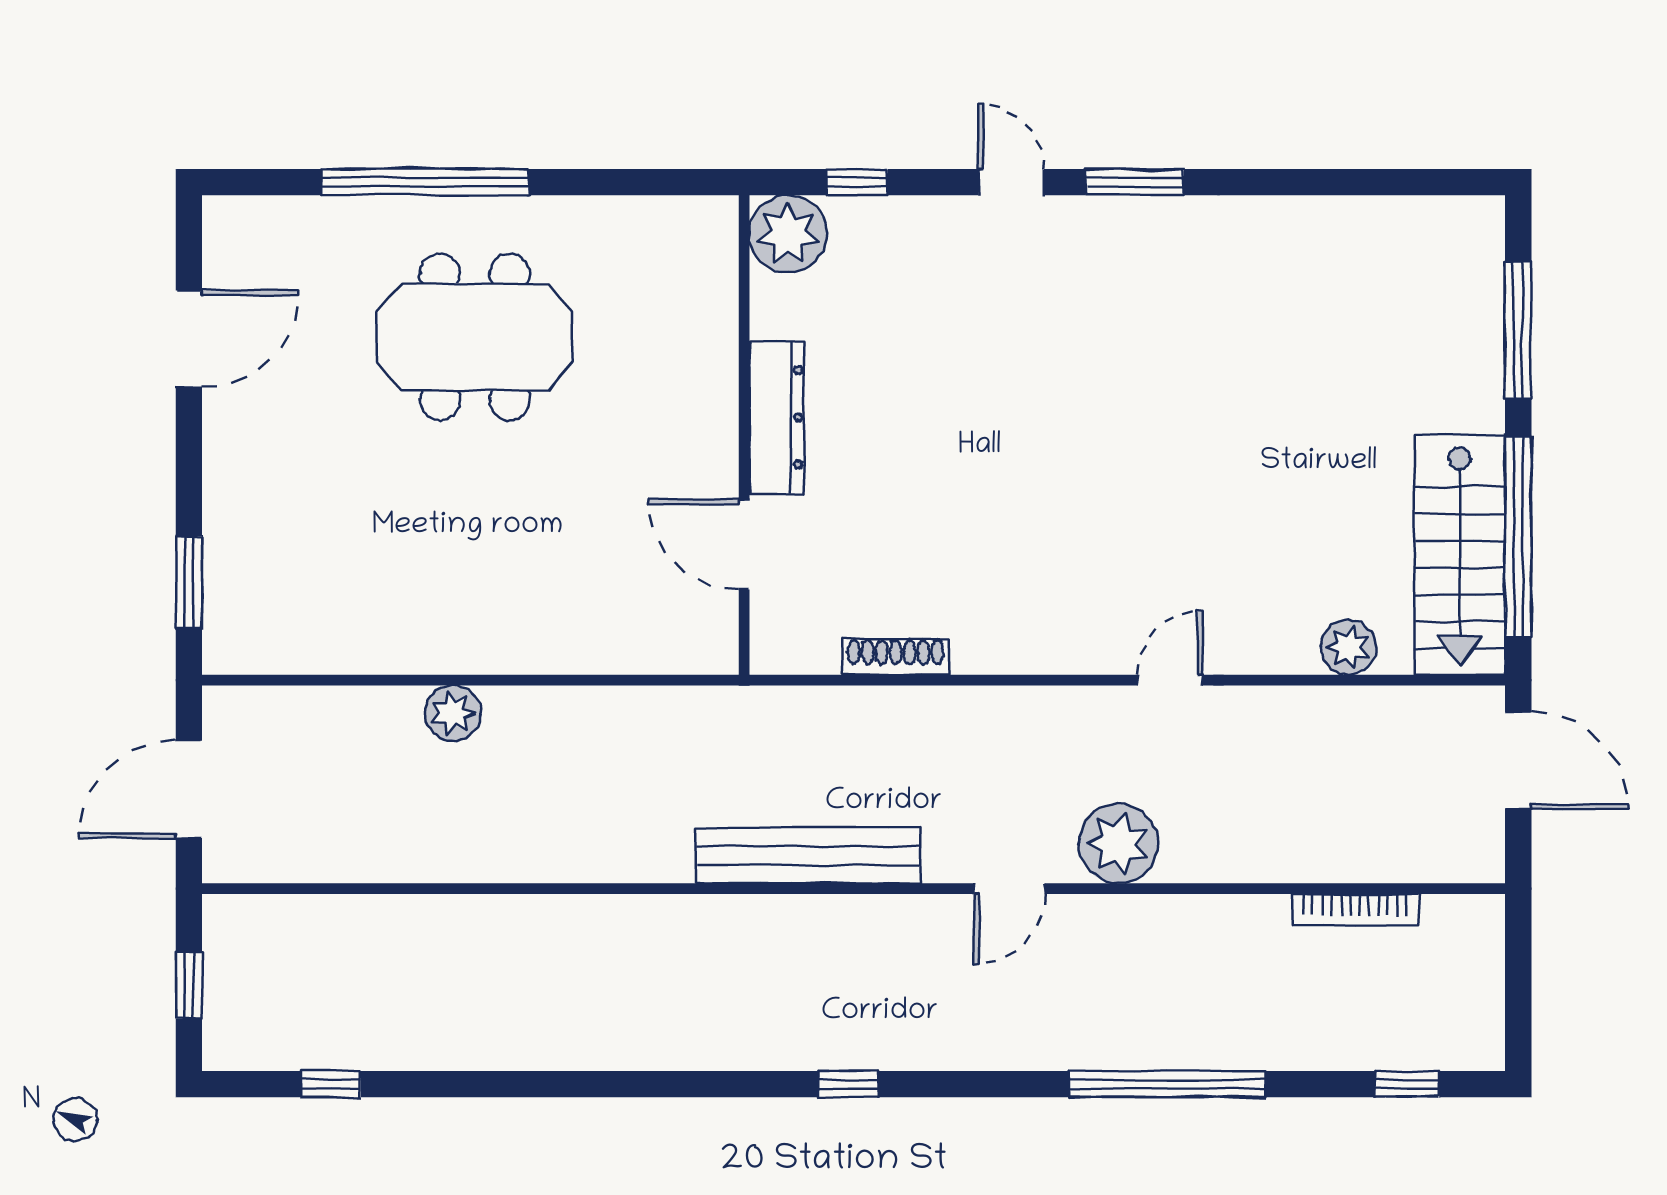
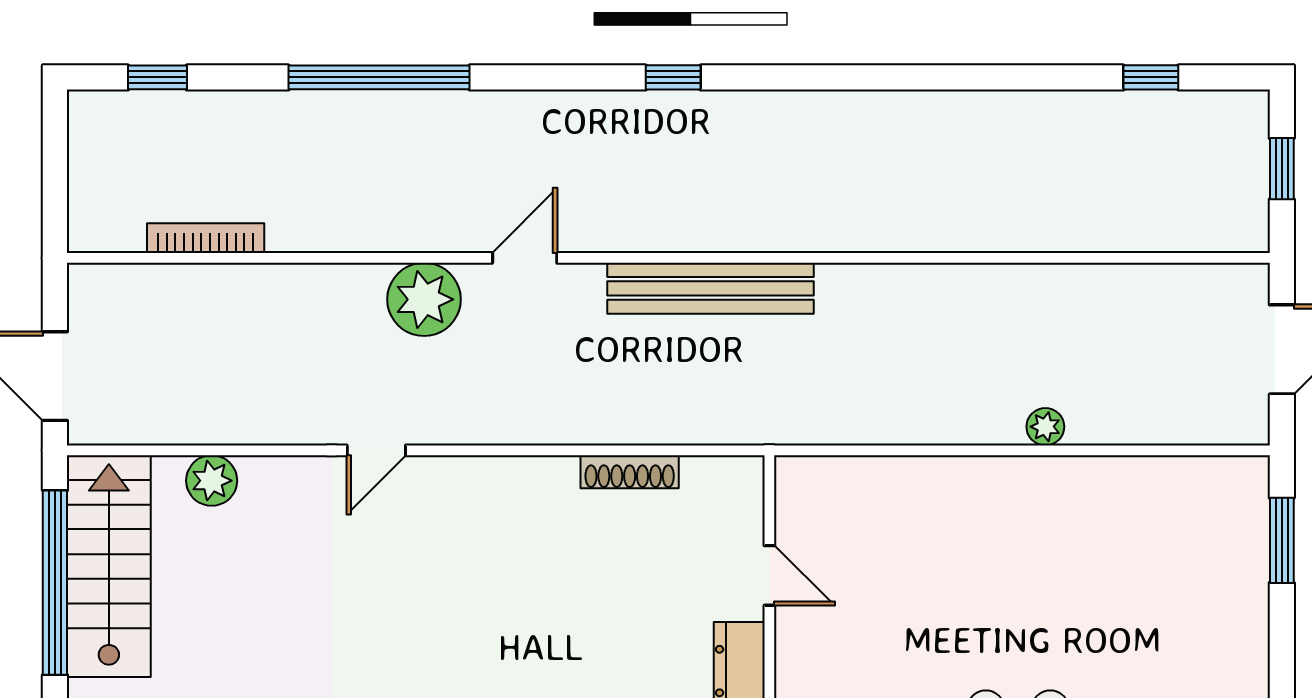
door: (744, 545) -> (769, 575), width x0.73
plant: (453, 713) -> (1045, 427), width x0.73, depth x0.73

